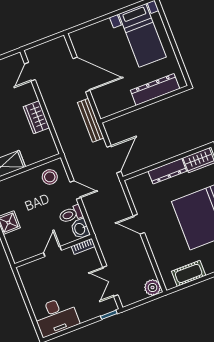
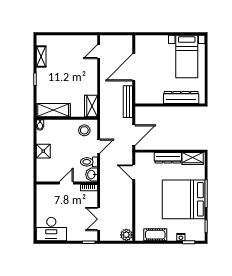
door: (81, 75) -> (134, 67), swing flipped
wardrobe: (36, 117) -> (91, 106), moved
door: (75, 190) -> (99, 146), hinge flipped
door: (139, 224) -> (134, 172), moved

